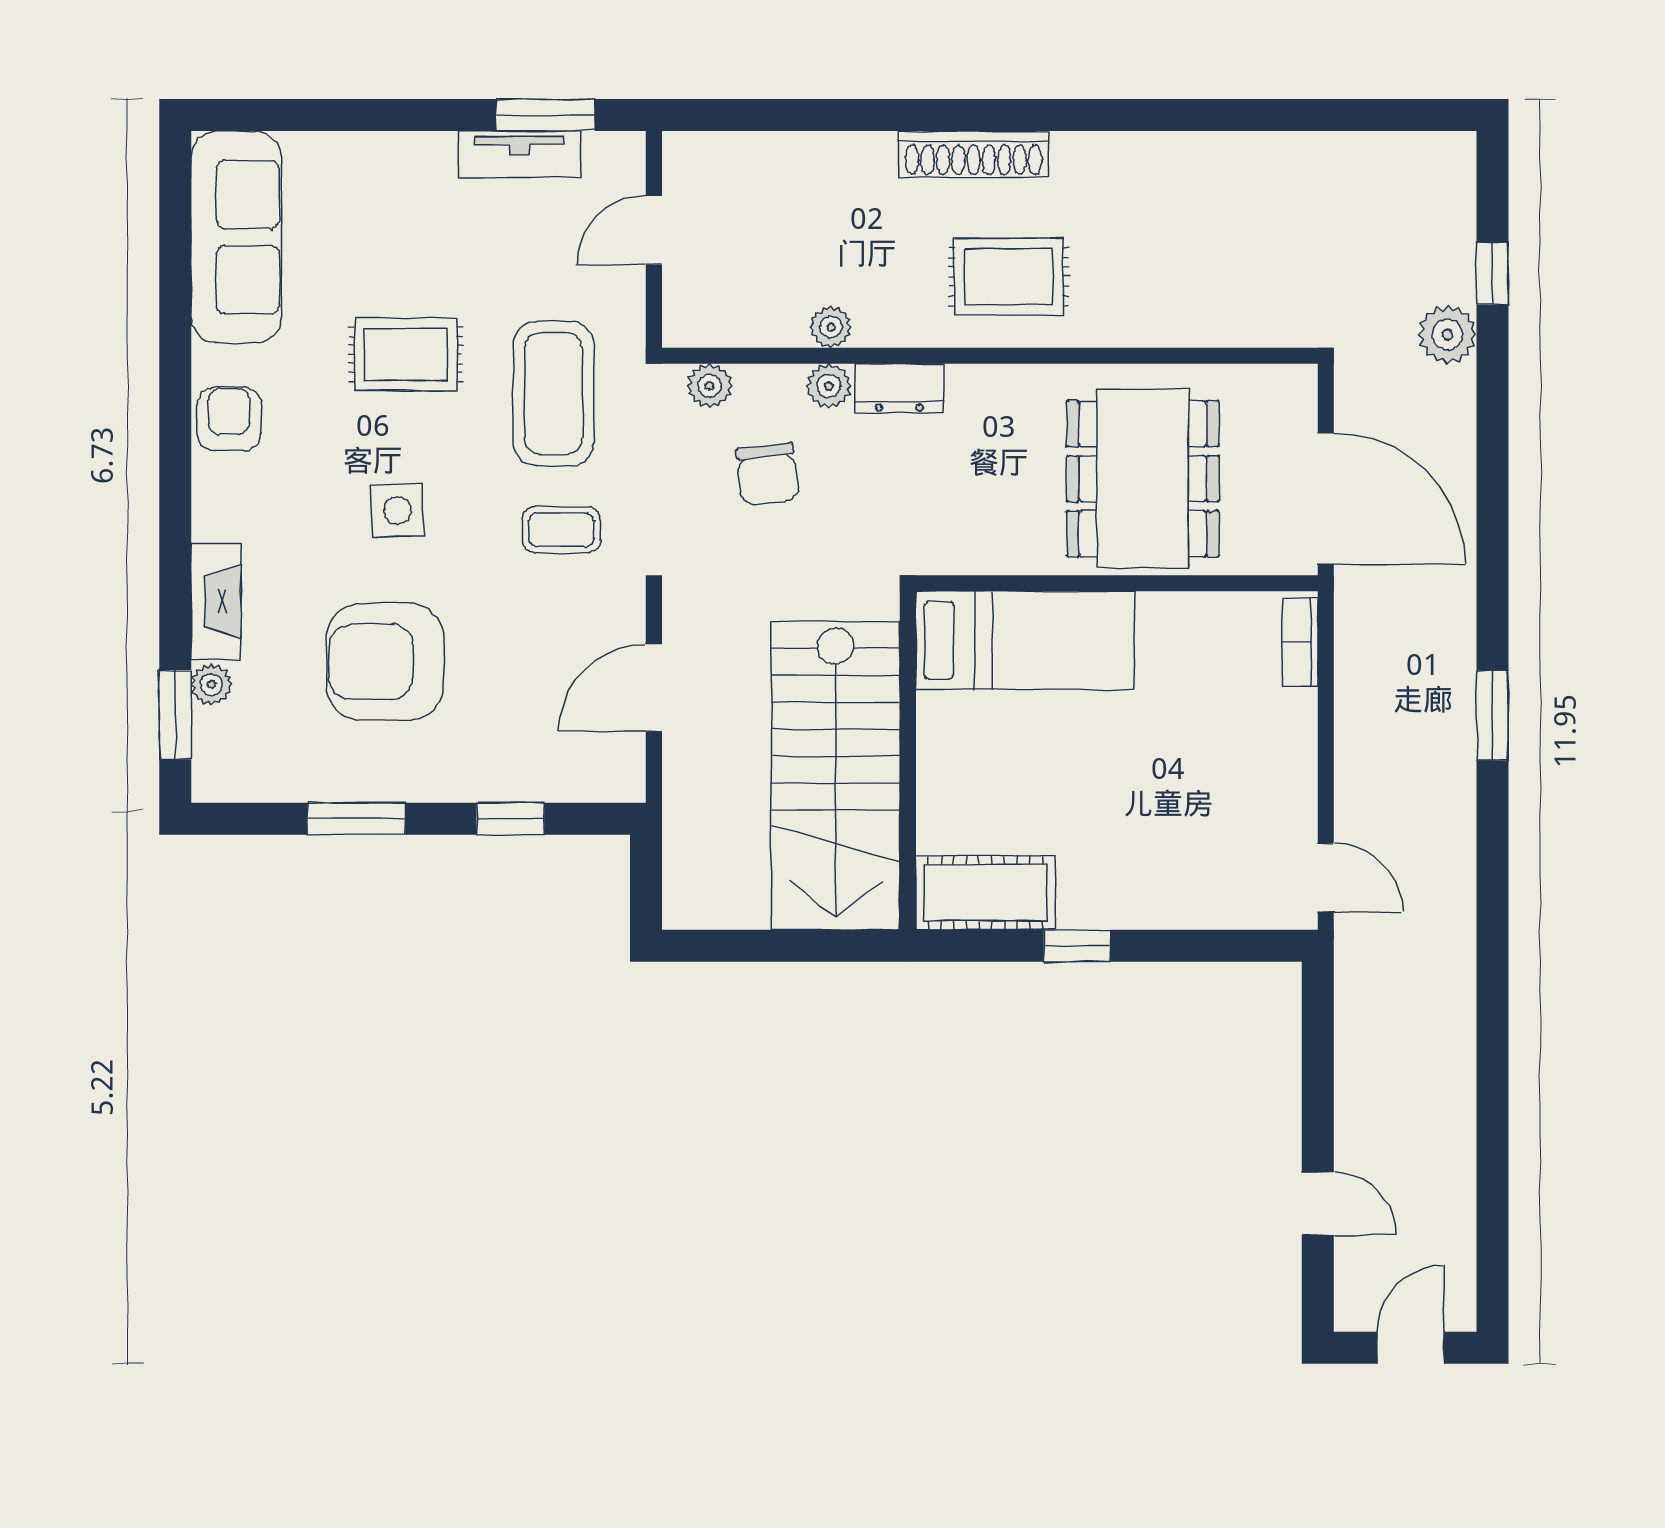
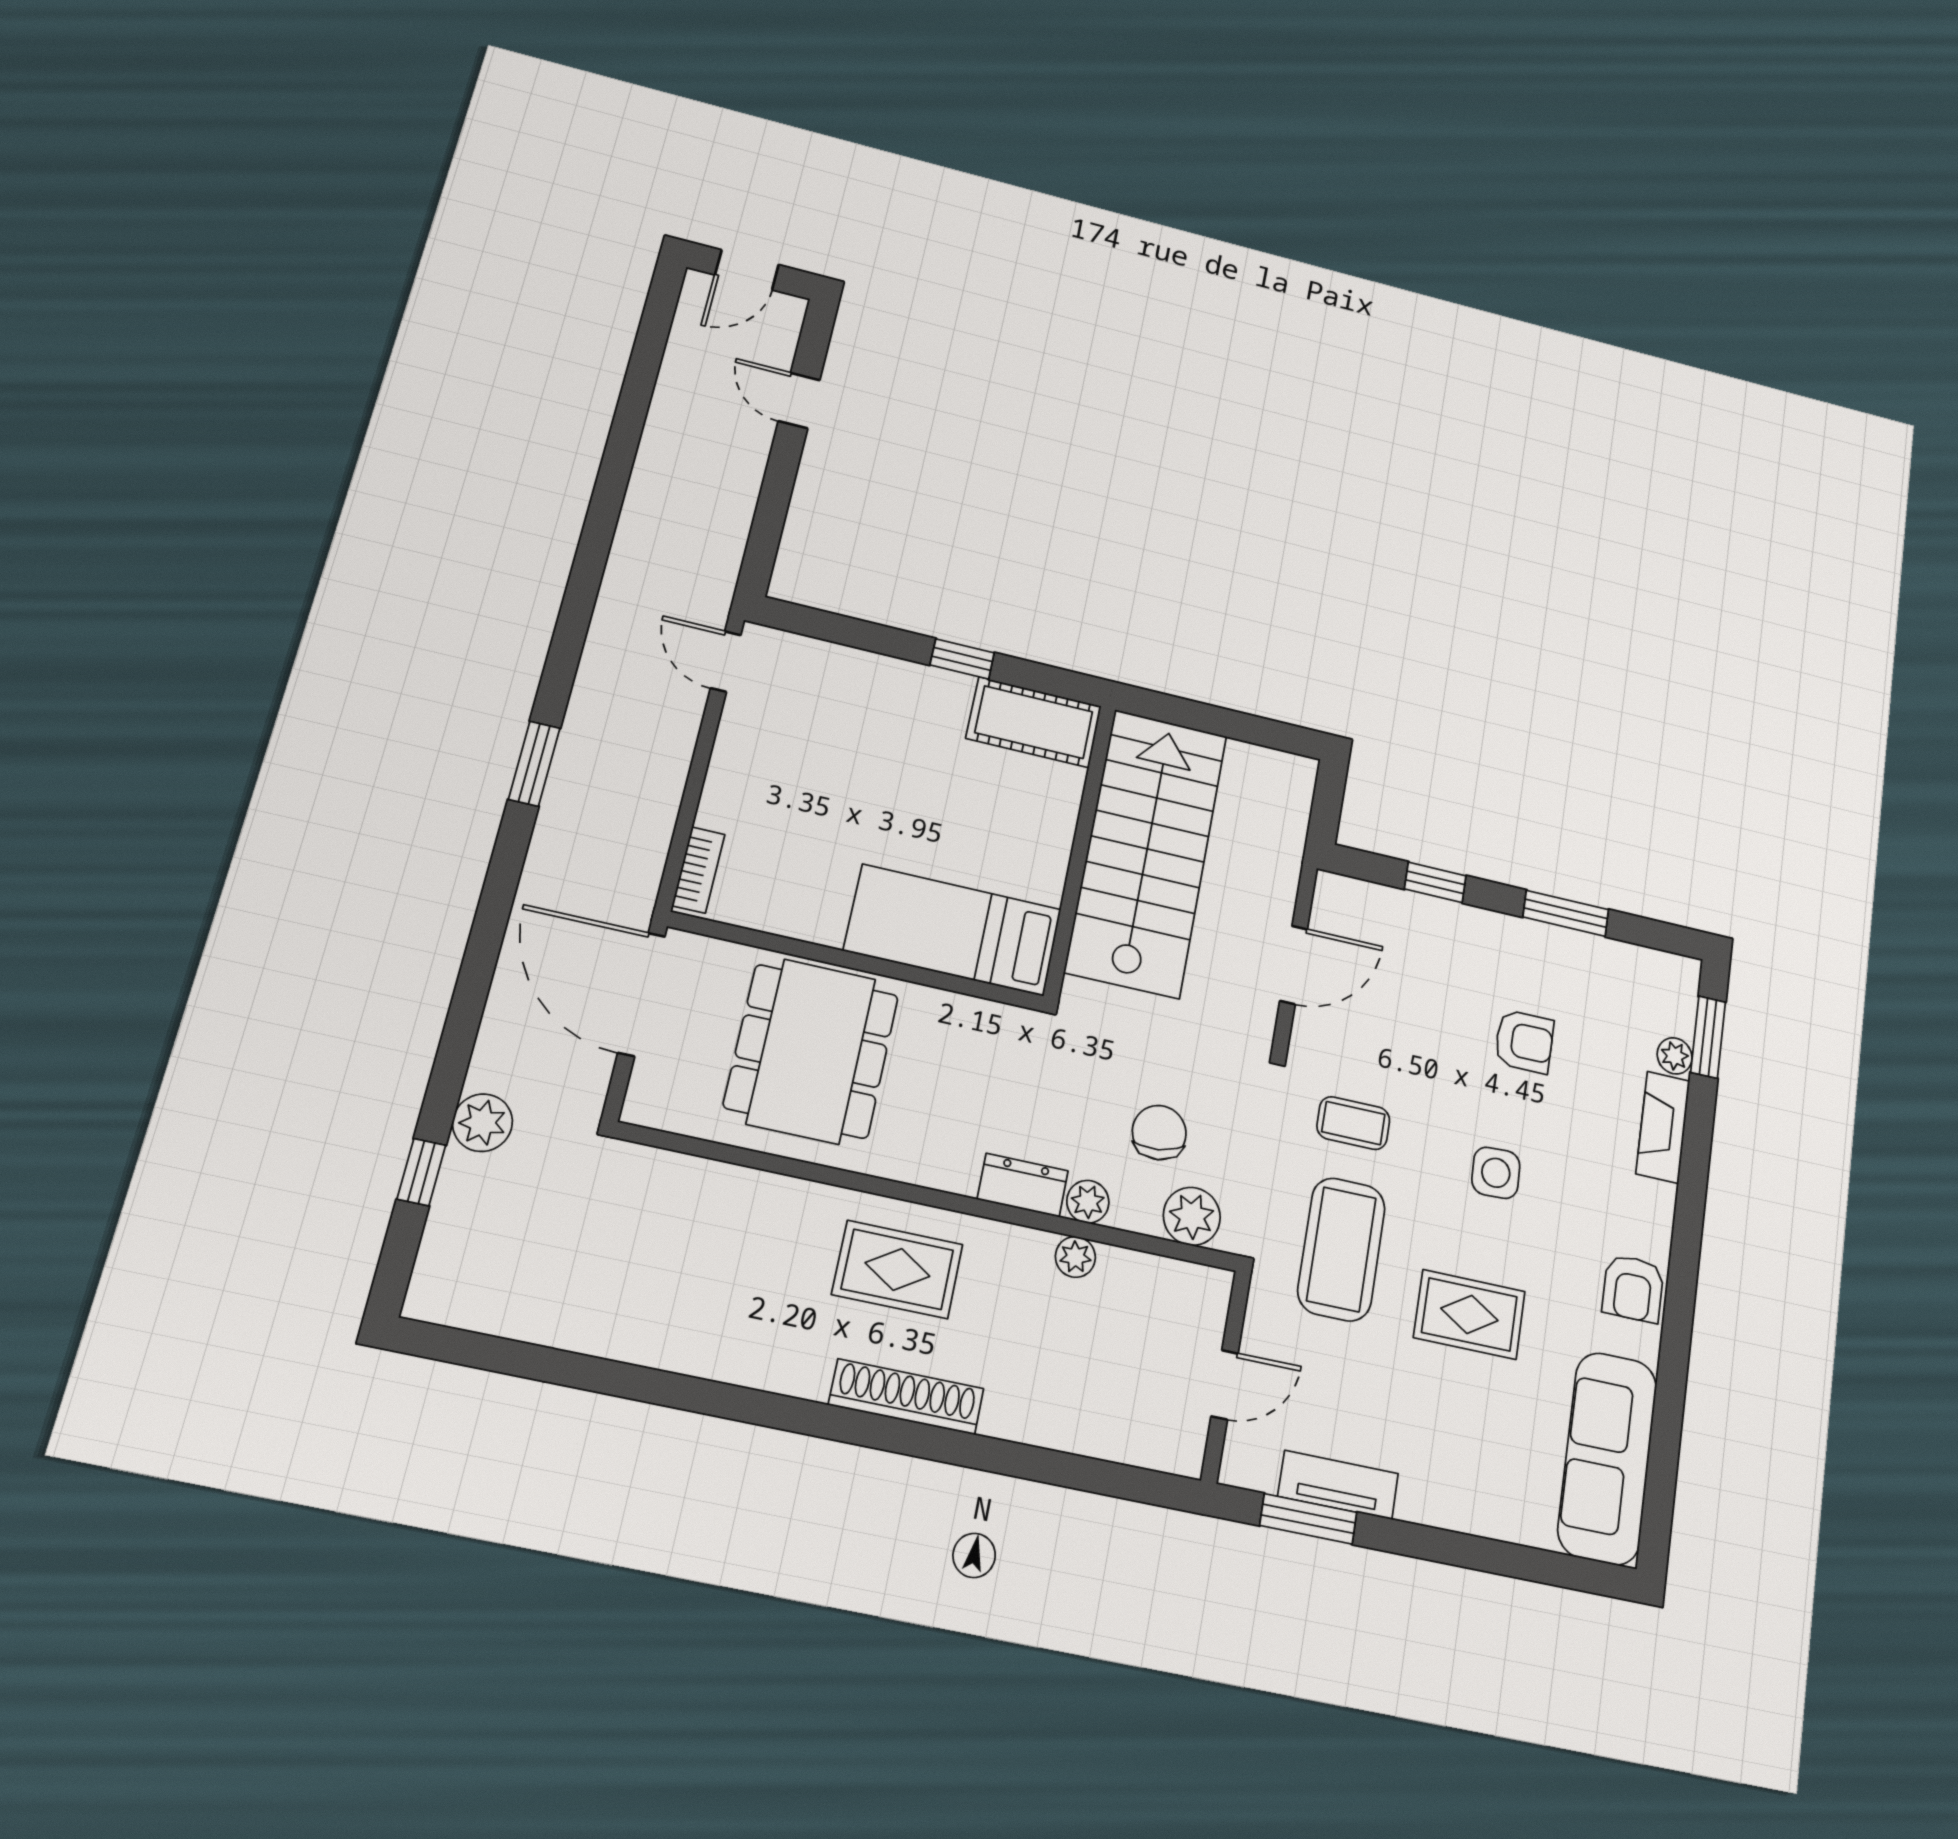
plant: (709, 386) -> (1192, 1216), width x1.38, depth x1.38
armchair: (385, 662) -> (1524, 1041), width x0.53, depth x0.53

